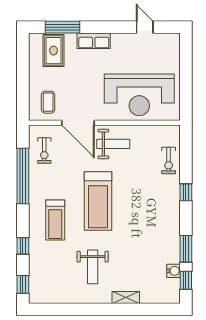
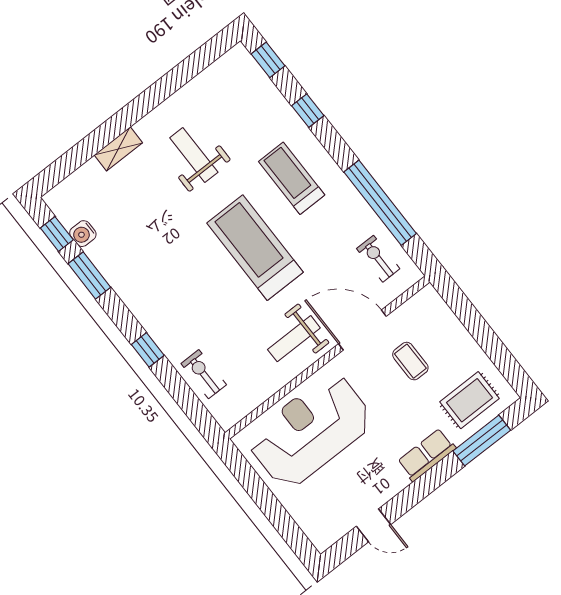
rug: (54, 51) -> (469, 400), turned 90
coffee table: (48, 102) -> (410, 361), moved

